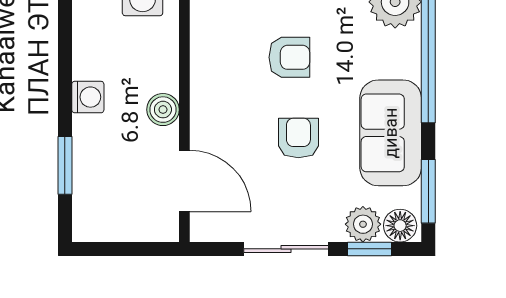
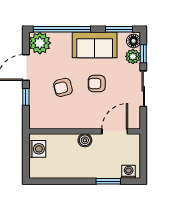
armchair: (289, 57) -> (63, 87), turned -104
washing machine: (88, 97) -> (129, 172), moved

